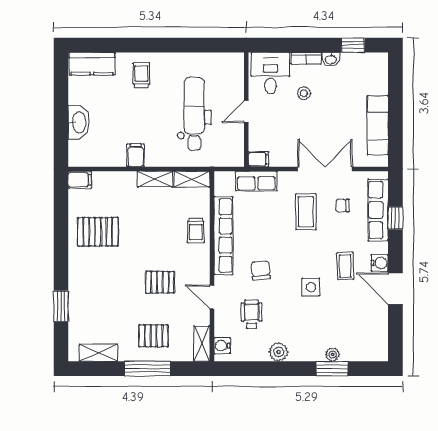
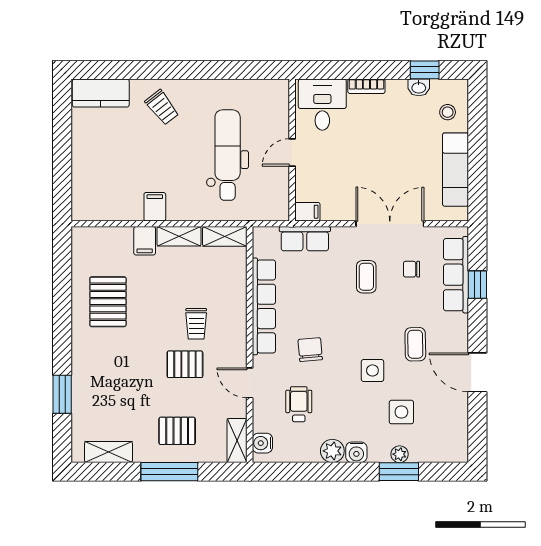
washbasin: (331, 59) -> (419, 87), moved
trolley: (141, 75) -> (162, 107), turned 142
stool: (304, 93) -> (448, 112), moved
washbasin: (79, 122) -> (84, 166), removed
filing cabinet: (80, 180) -> (145, 241), moved, turned 90
coffee table: (306, 212) -> (366, 277), width x0.73, depth x0.77
trolley: (196, 230) -> (196, 324), moved
pallet: (98, 232) -> (108, 302), turned 90
water cooler: (380, 263) -> (356, 452), moved, turned 90
side table: (334, 321) -> (401, 412), added

